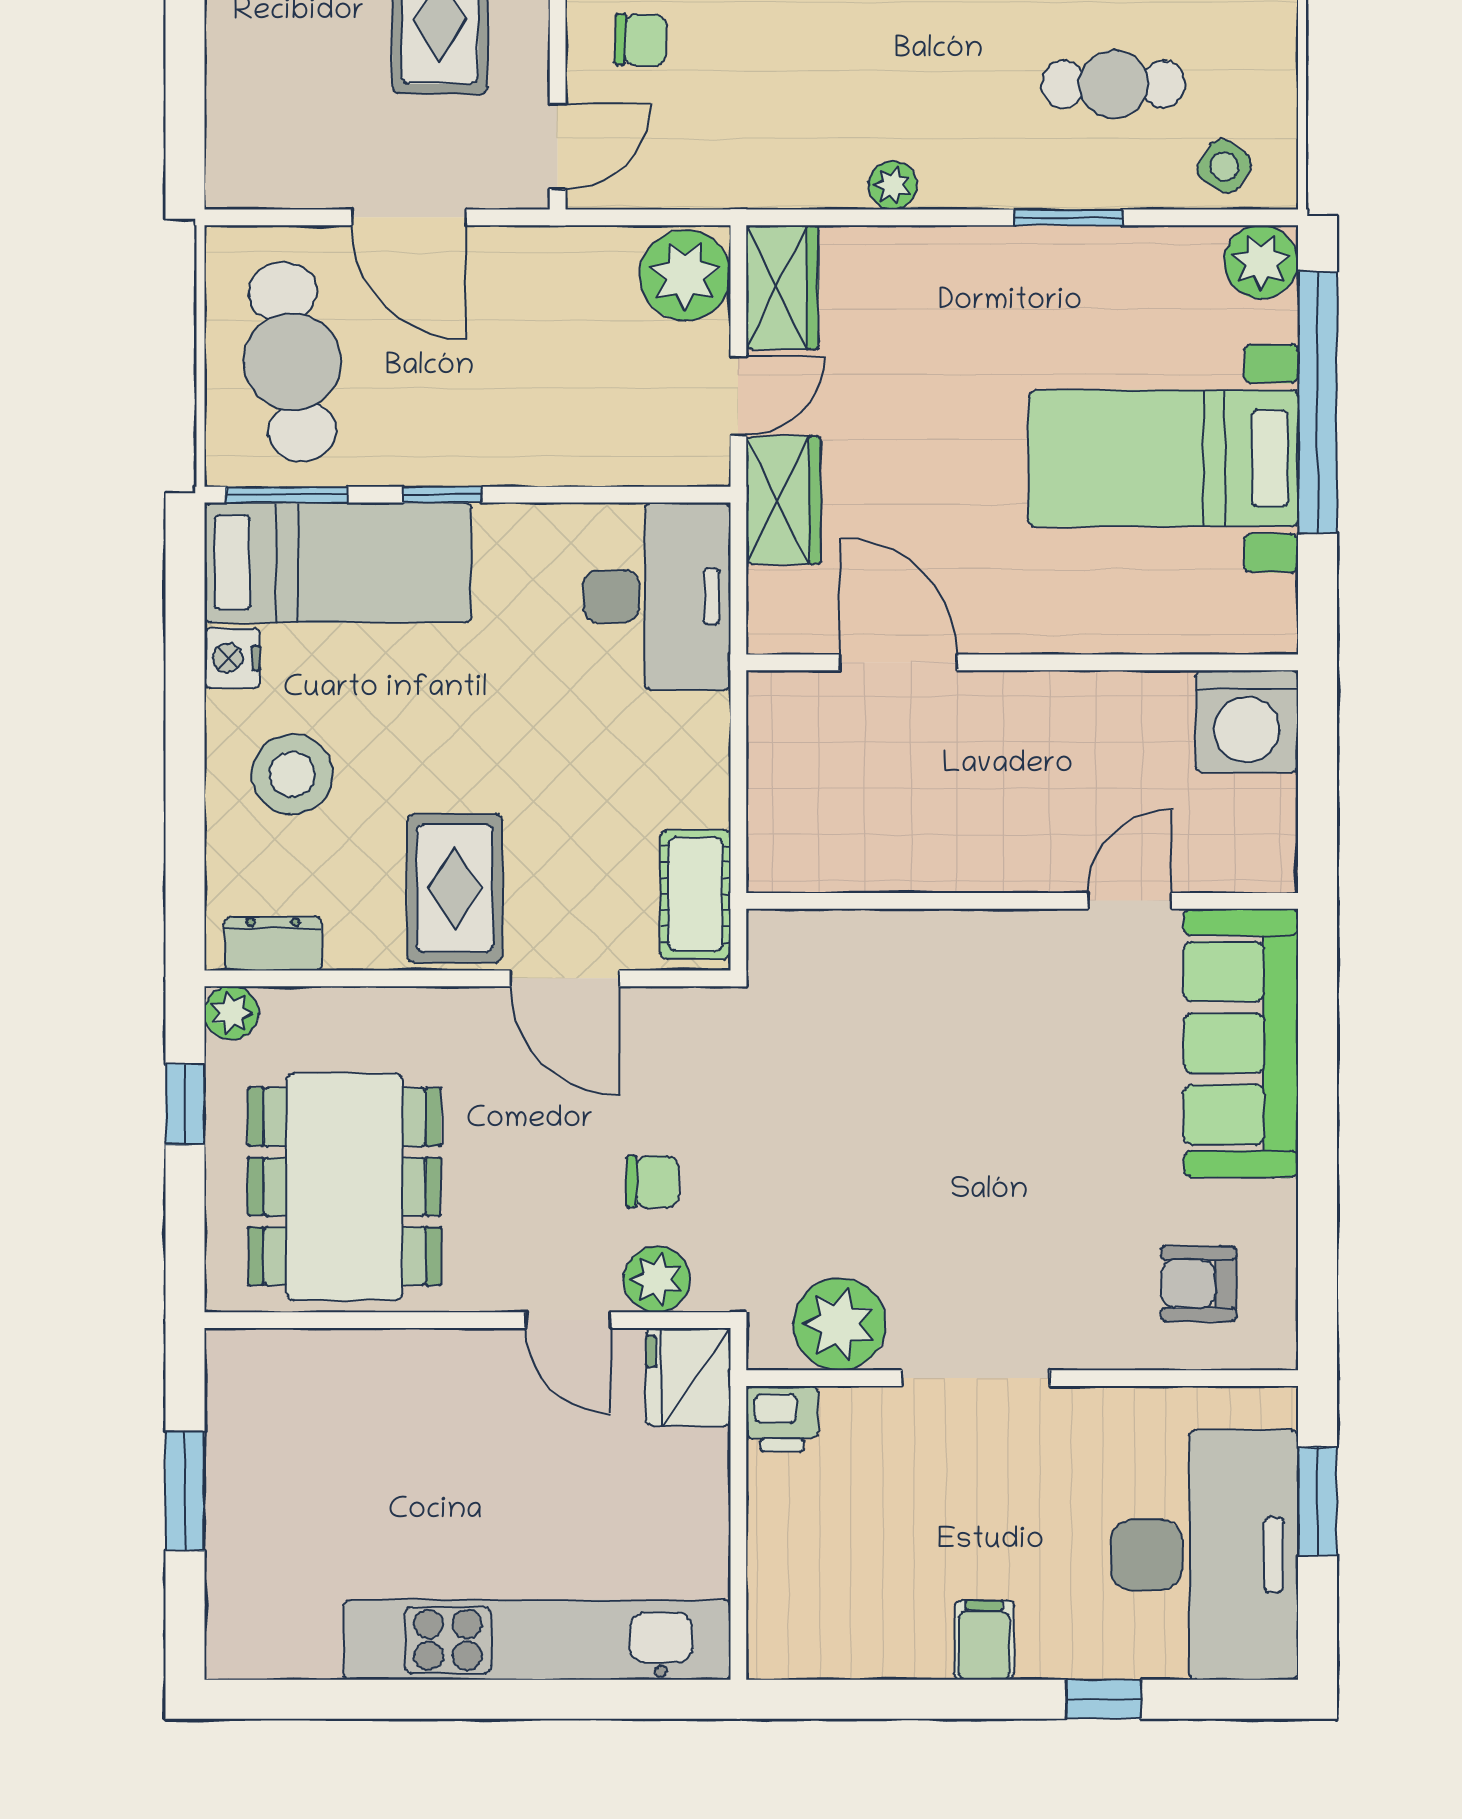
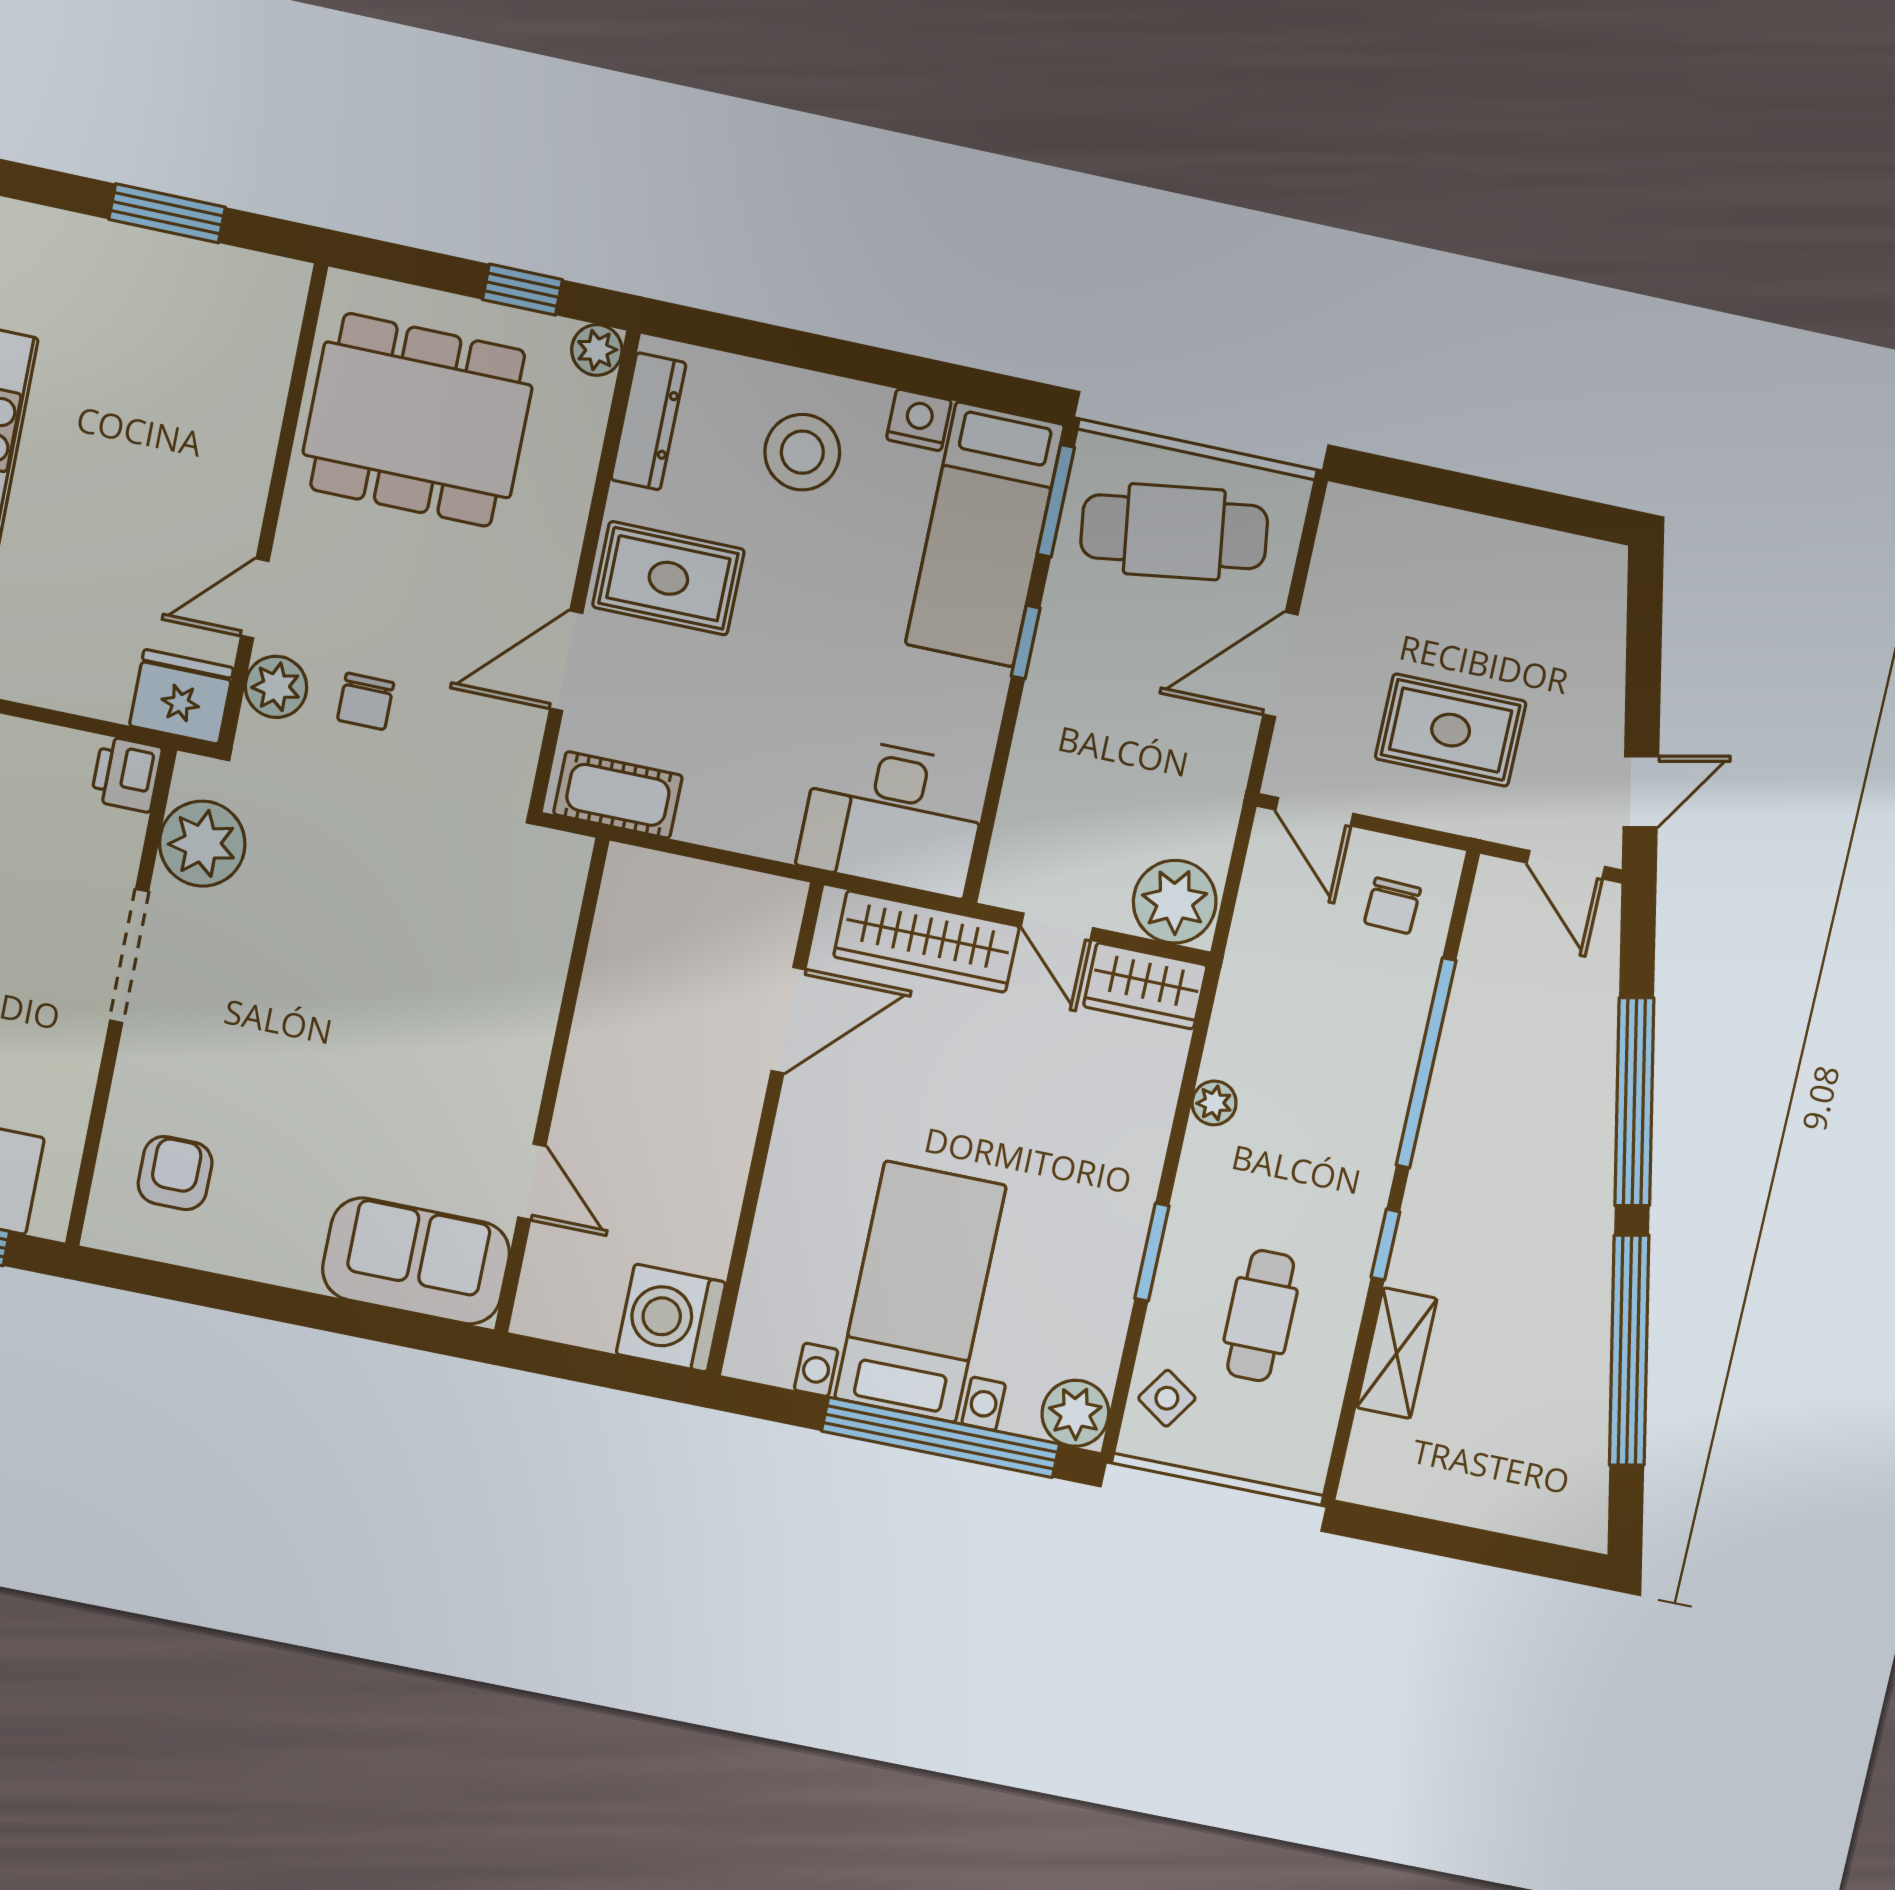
wardrobe: (783, 500) -> (926, 941), width x1.50
dresser: (273, 943) -> (648, 421), width x1.44
sofa: (1241, 1043) -> (416, 1261), width x0.73

